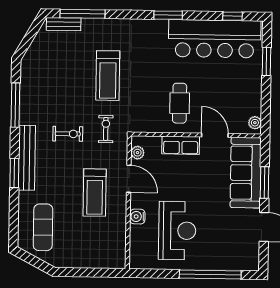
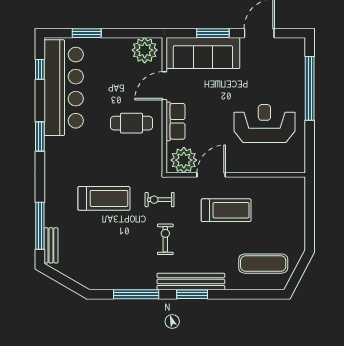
plant: (255, 123) -> (145, 50), width x1.88, depth x1.88
plant: (137, 153) -> (184, 160), width x1.87, depth x1.87
window: (14, 173) -> (192, 294), moved
water cooler: (137, 217) -> (250, 165), removed

